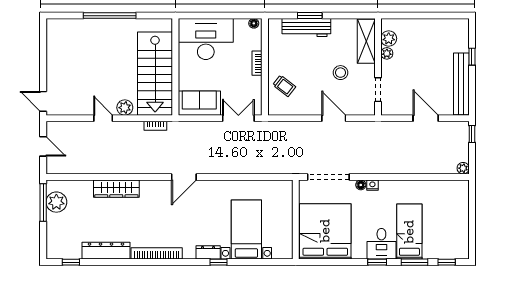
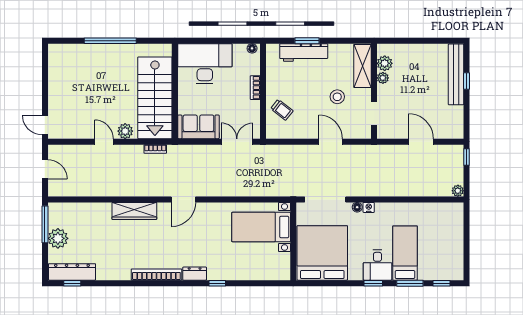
bench: (461, 84) -> (456, 74), moved
wardrobe: (116, 189) -> (134, 211), moved
plant: (56, 202) -> (58, 238), moved
bed with nightstands: (246, 230) -> (261, 227), moved, turned -90
dresser: (106, 251) -> (72, 272), moved
dresser: (208, 252) -> (195, 274), moved

